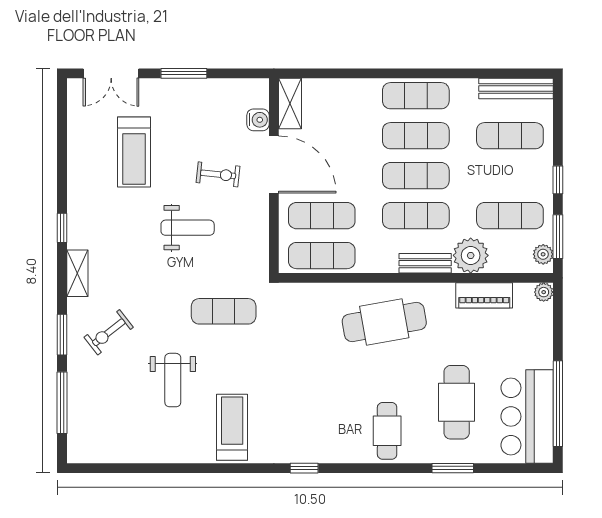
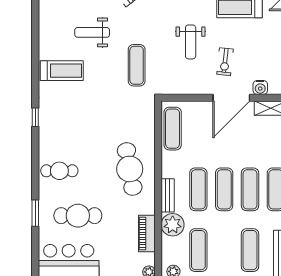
exercise mat: (322, 216) -> (198, 129), removed

